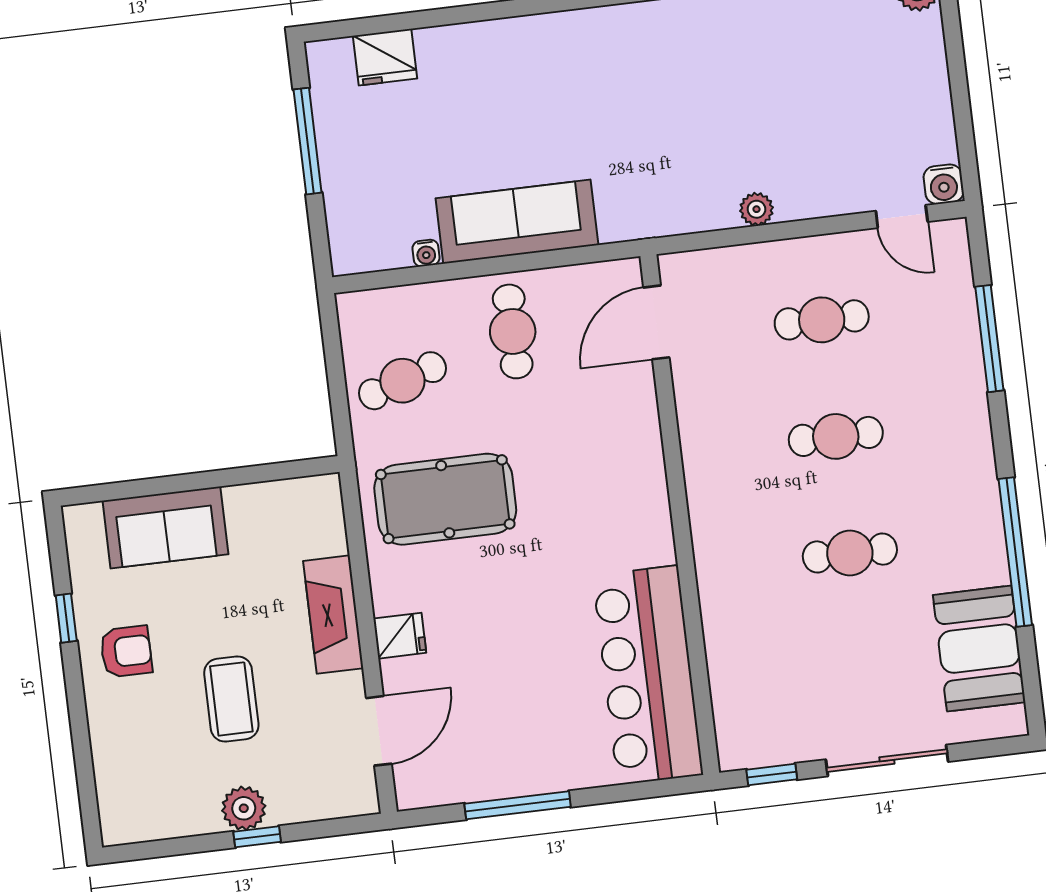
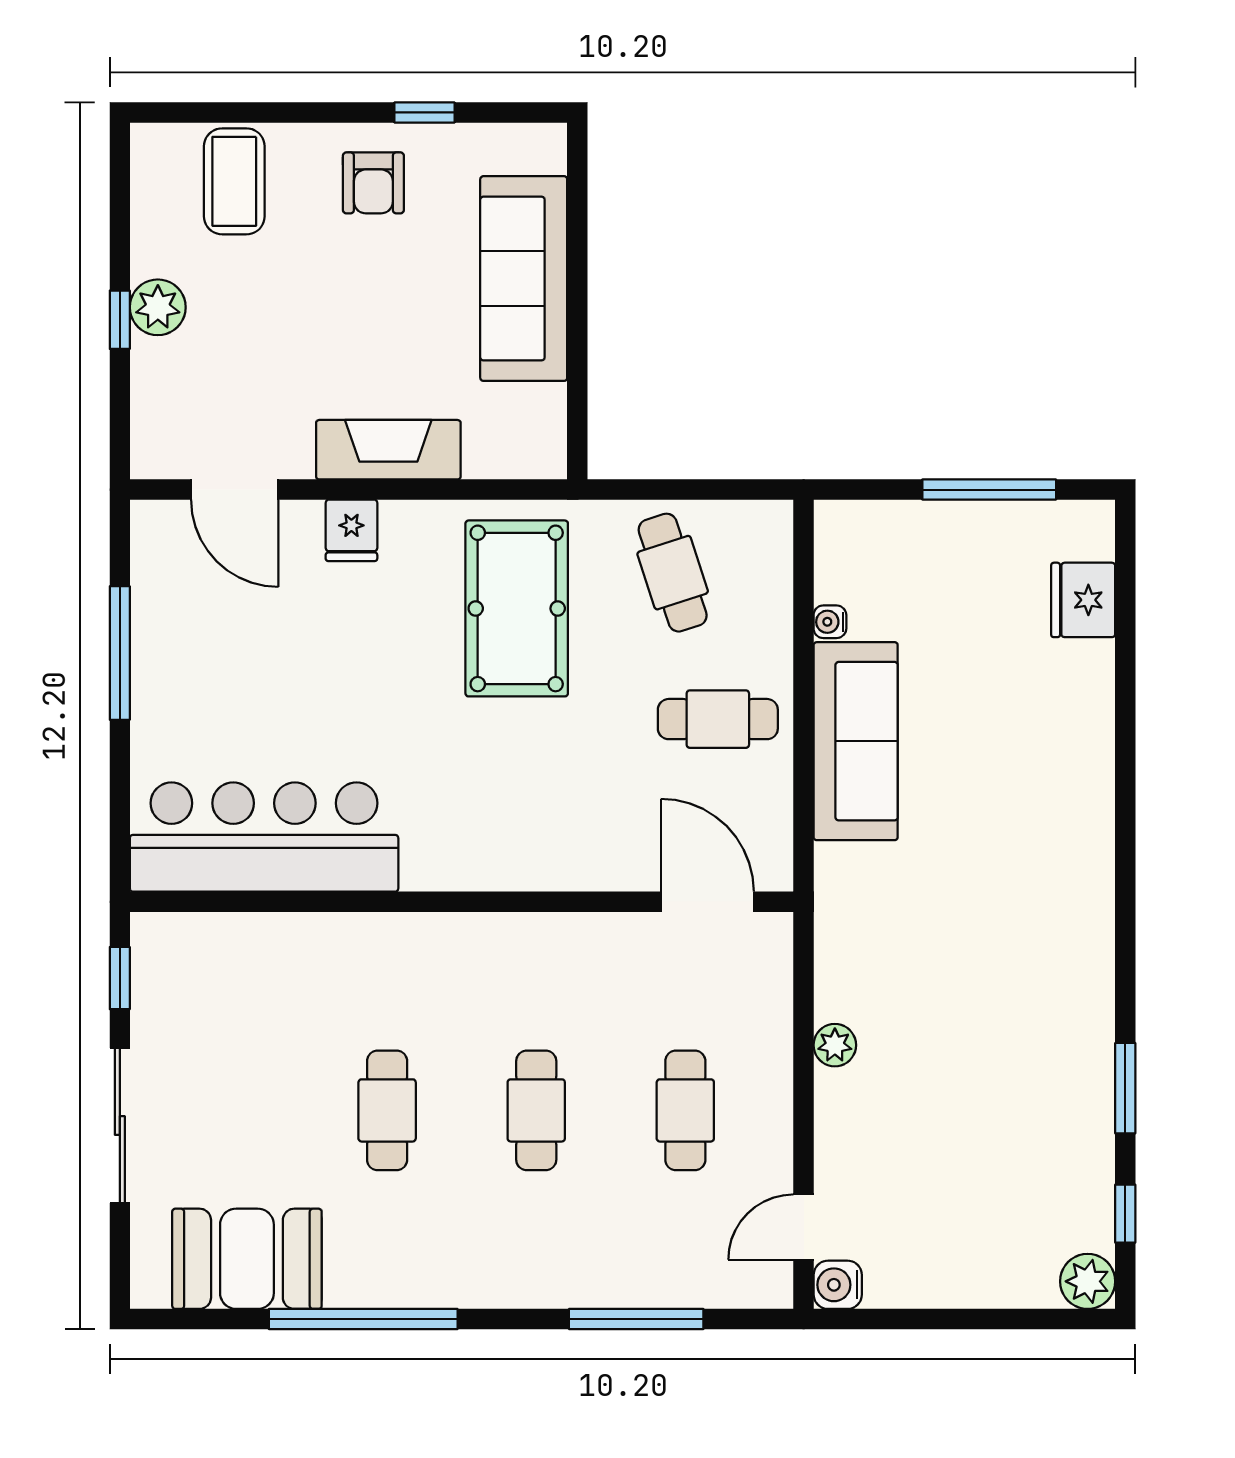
sofa: (165, 527) -> (524, 279), width x1.36
coffee table: (231, 699) -> (234, 181), moved, turned 90

